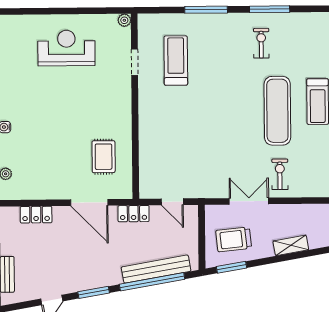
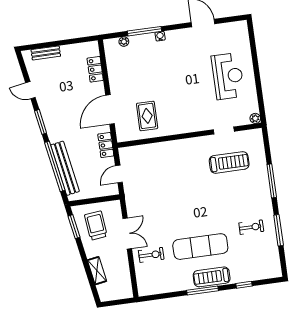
rug: (104, 157) -> (147, 116), turned 90

